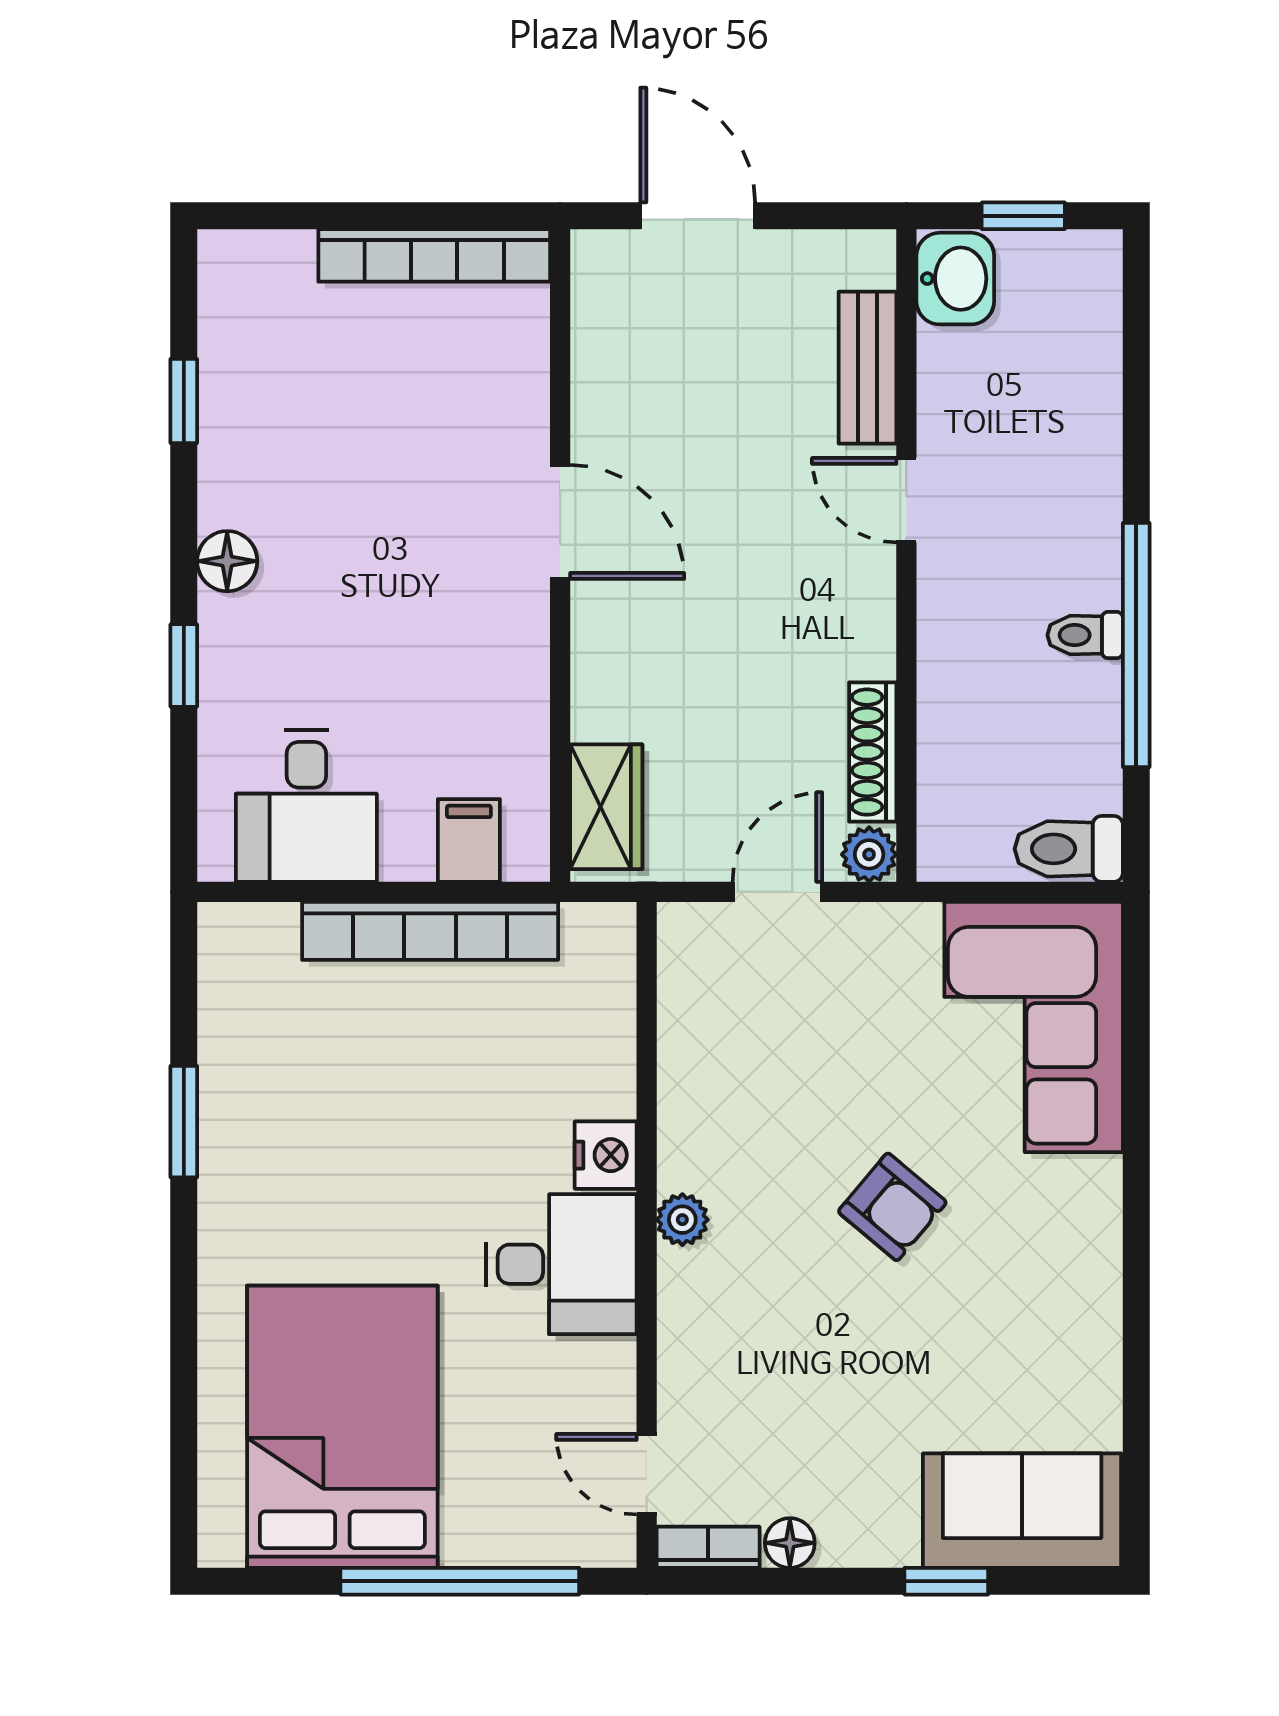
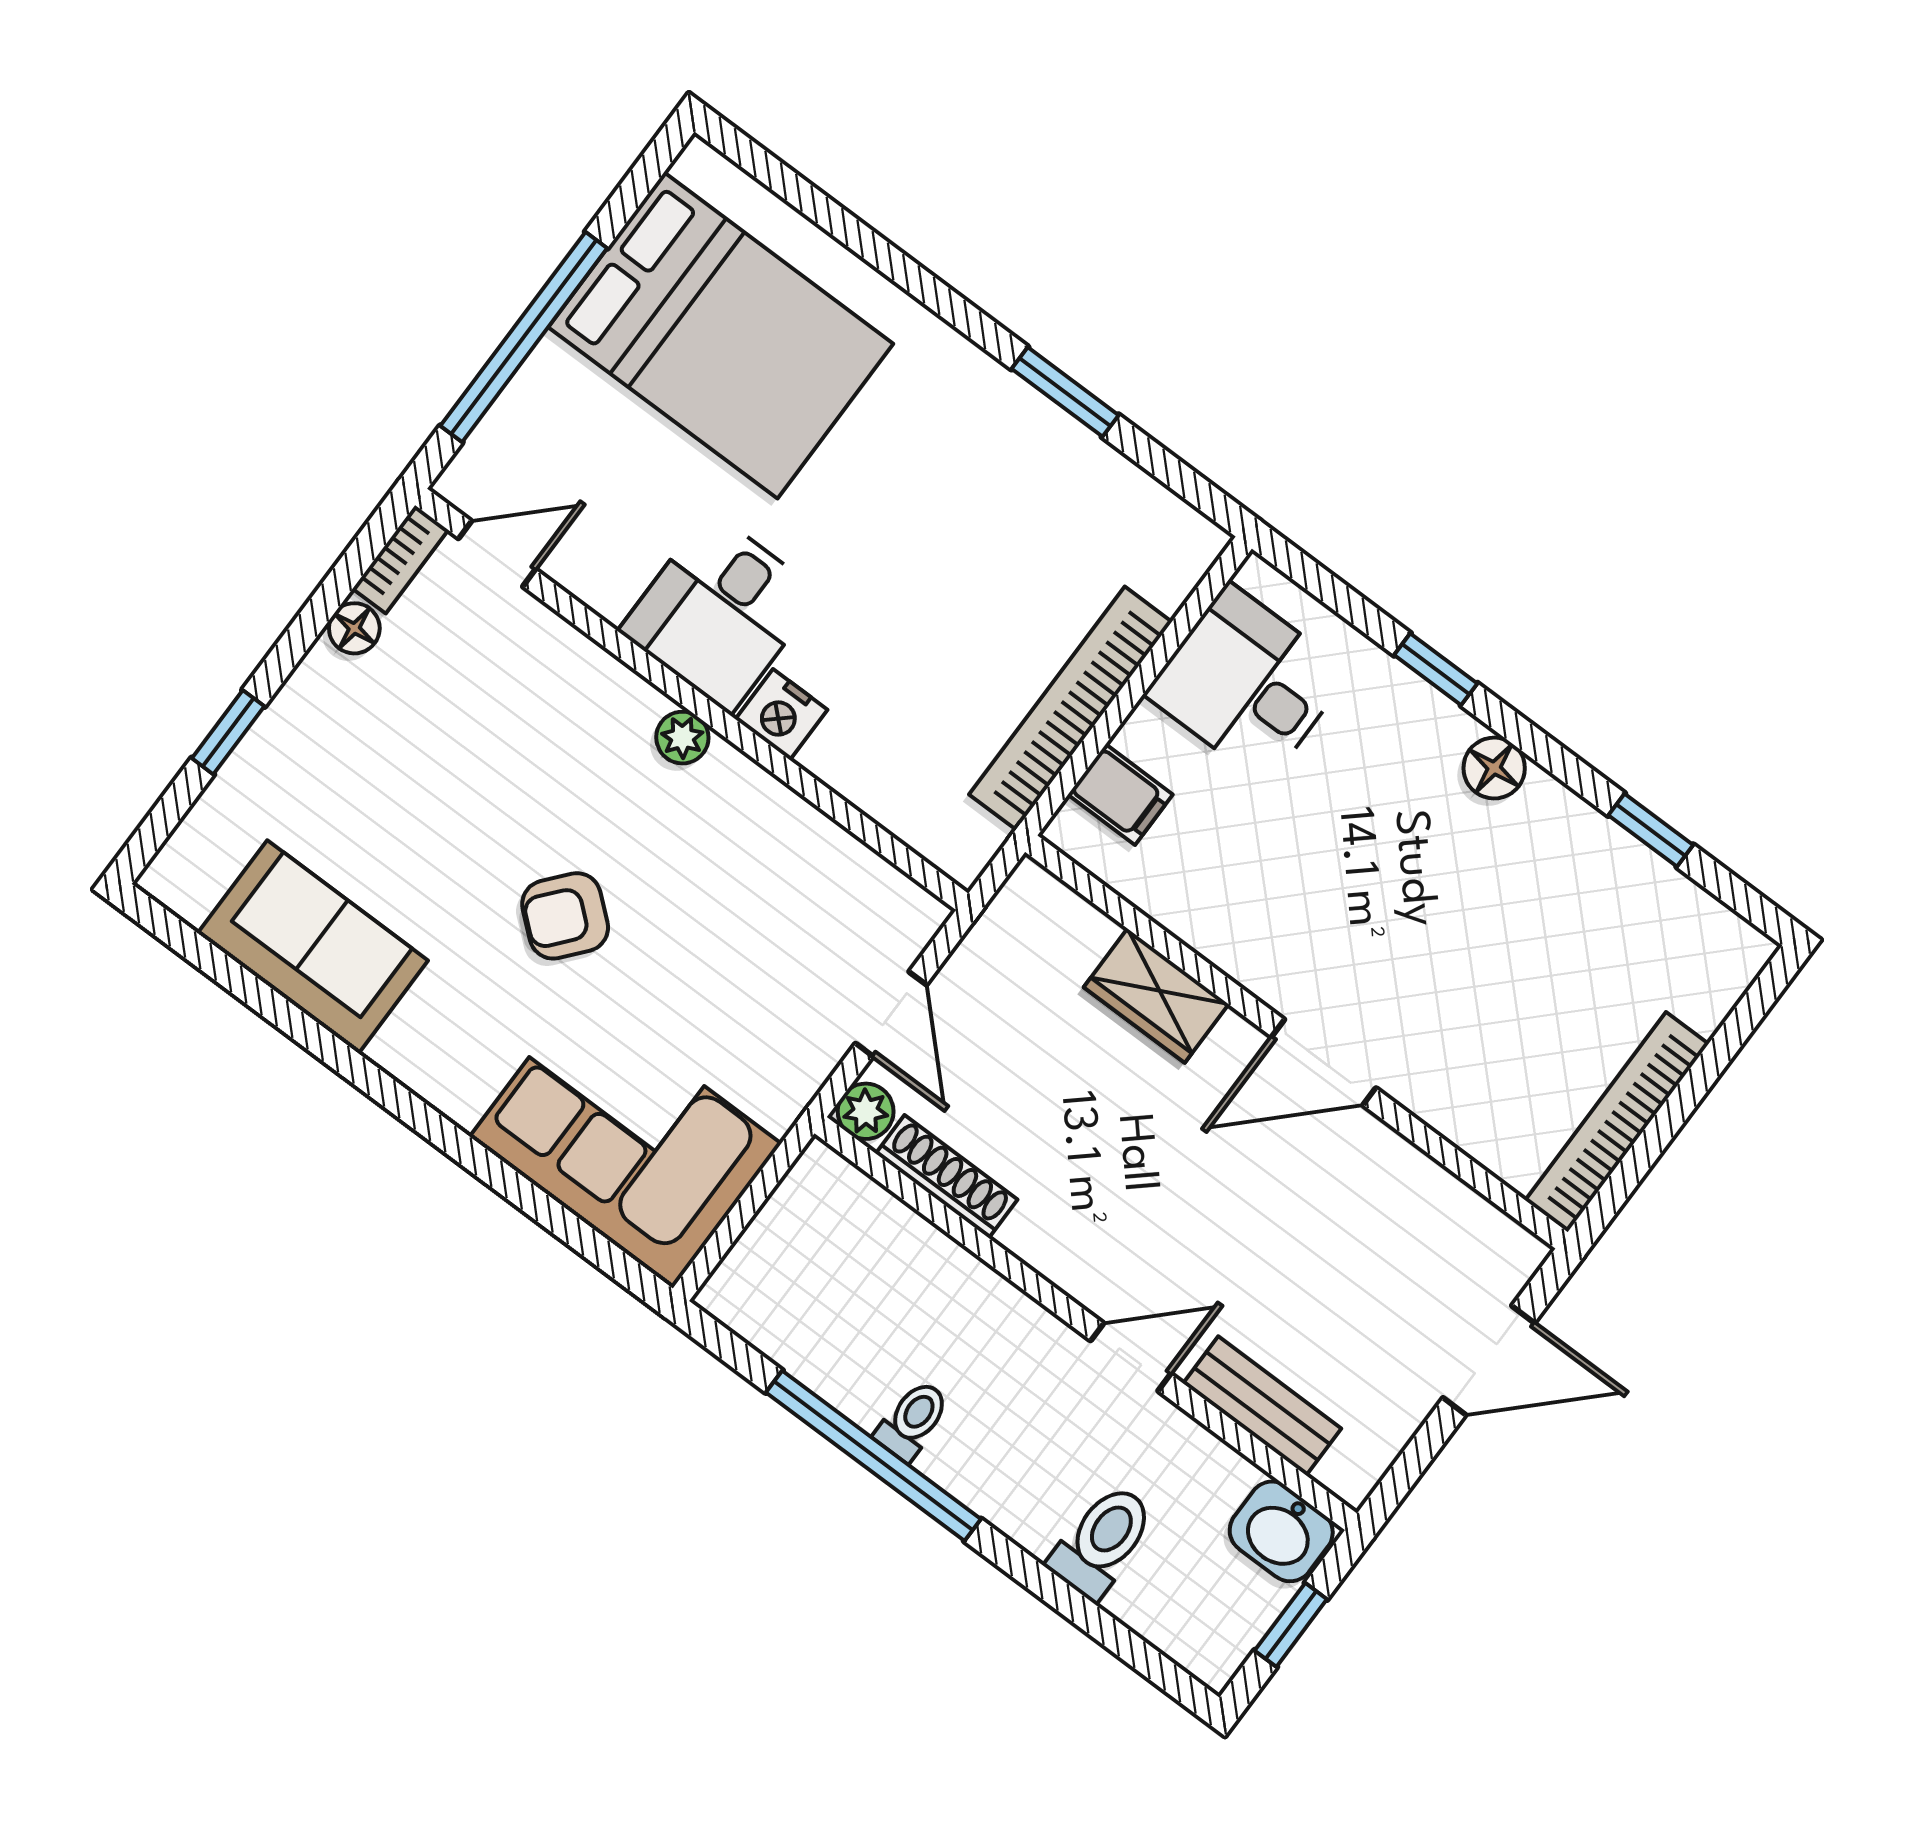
wardrobe: (606, 807) -> (1156, 996), moved
toilet: (1069, 849) -> (1102, 1541), moved
sofa: (1022, 1511) -> (313, 947), moved, turned -90

